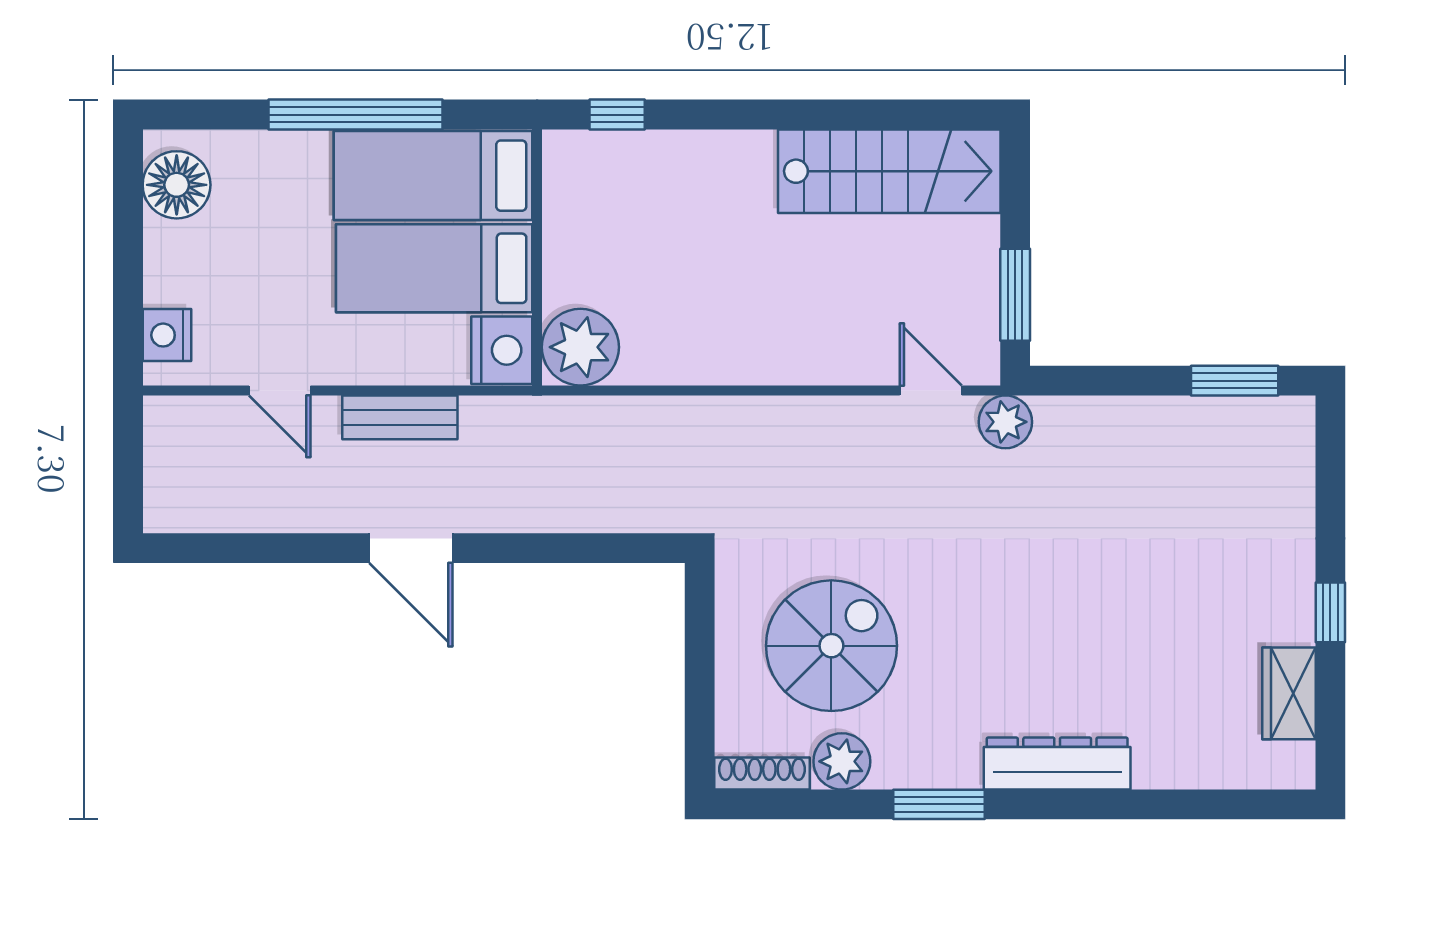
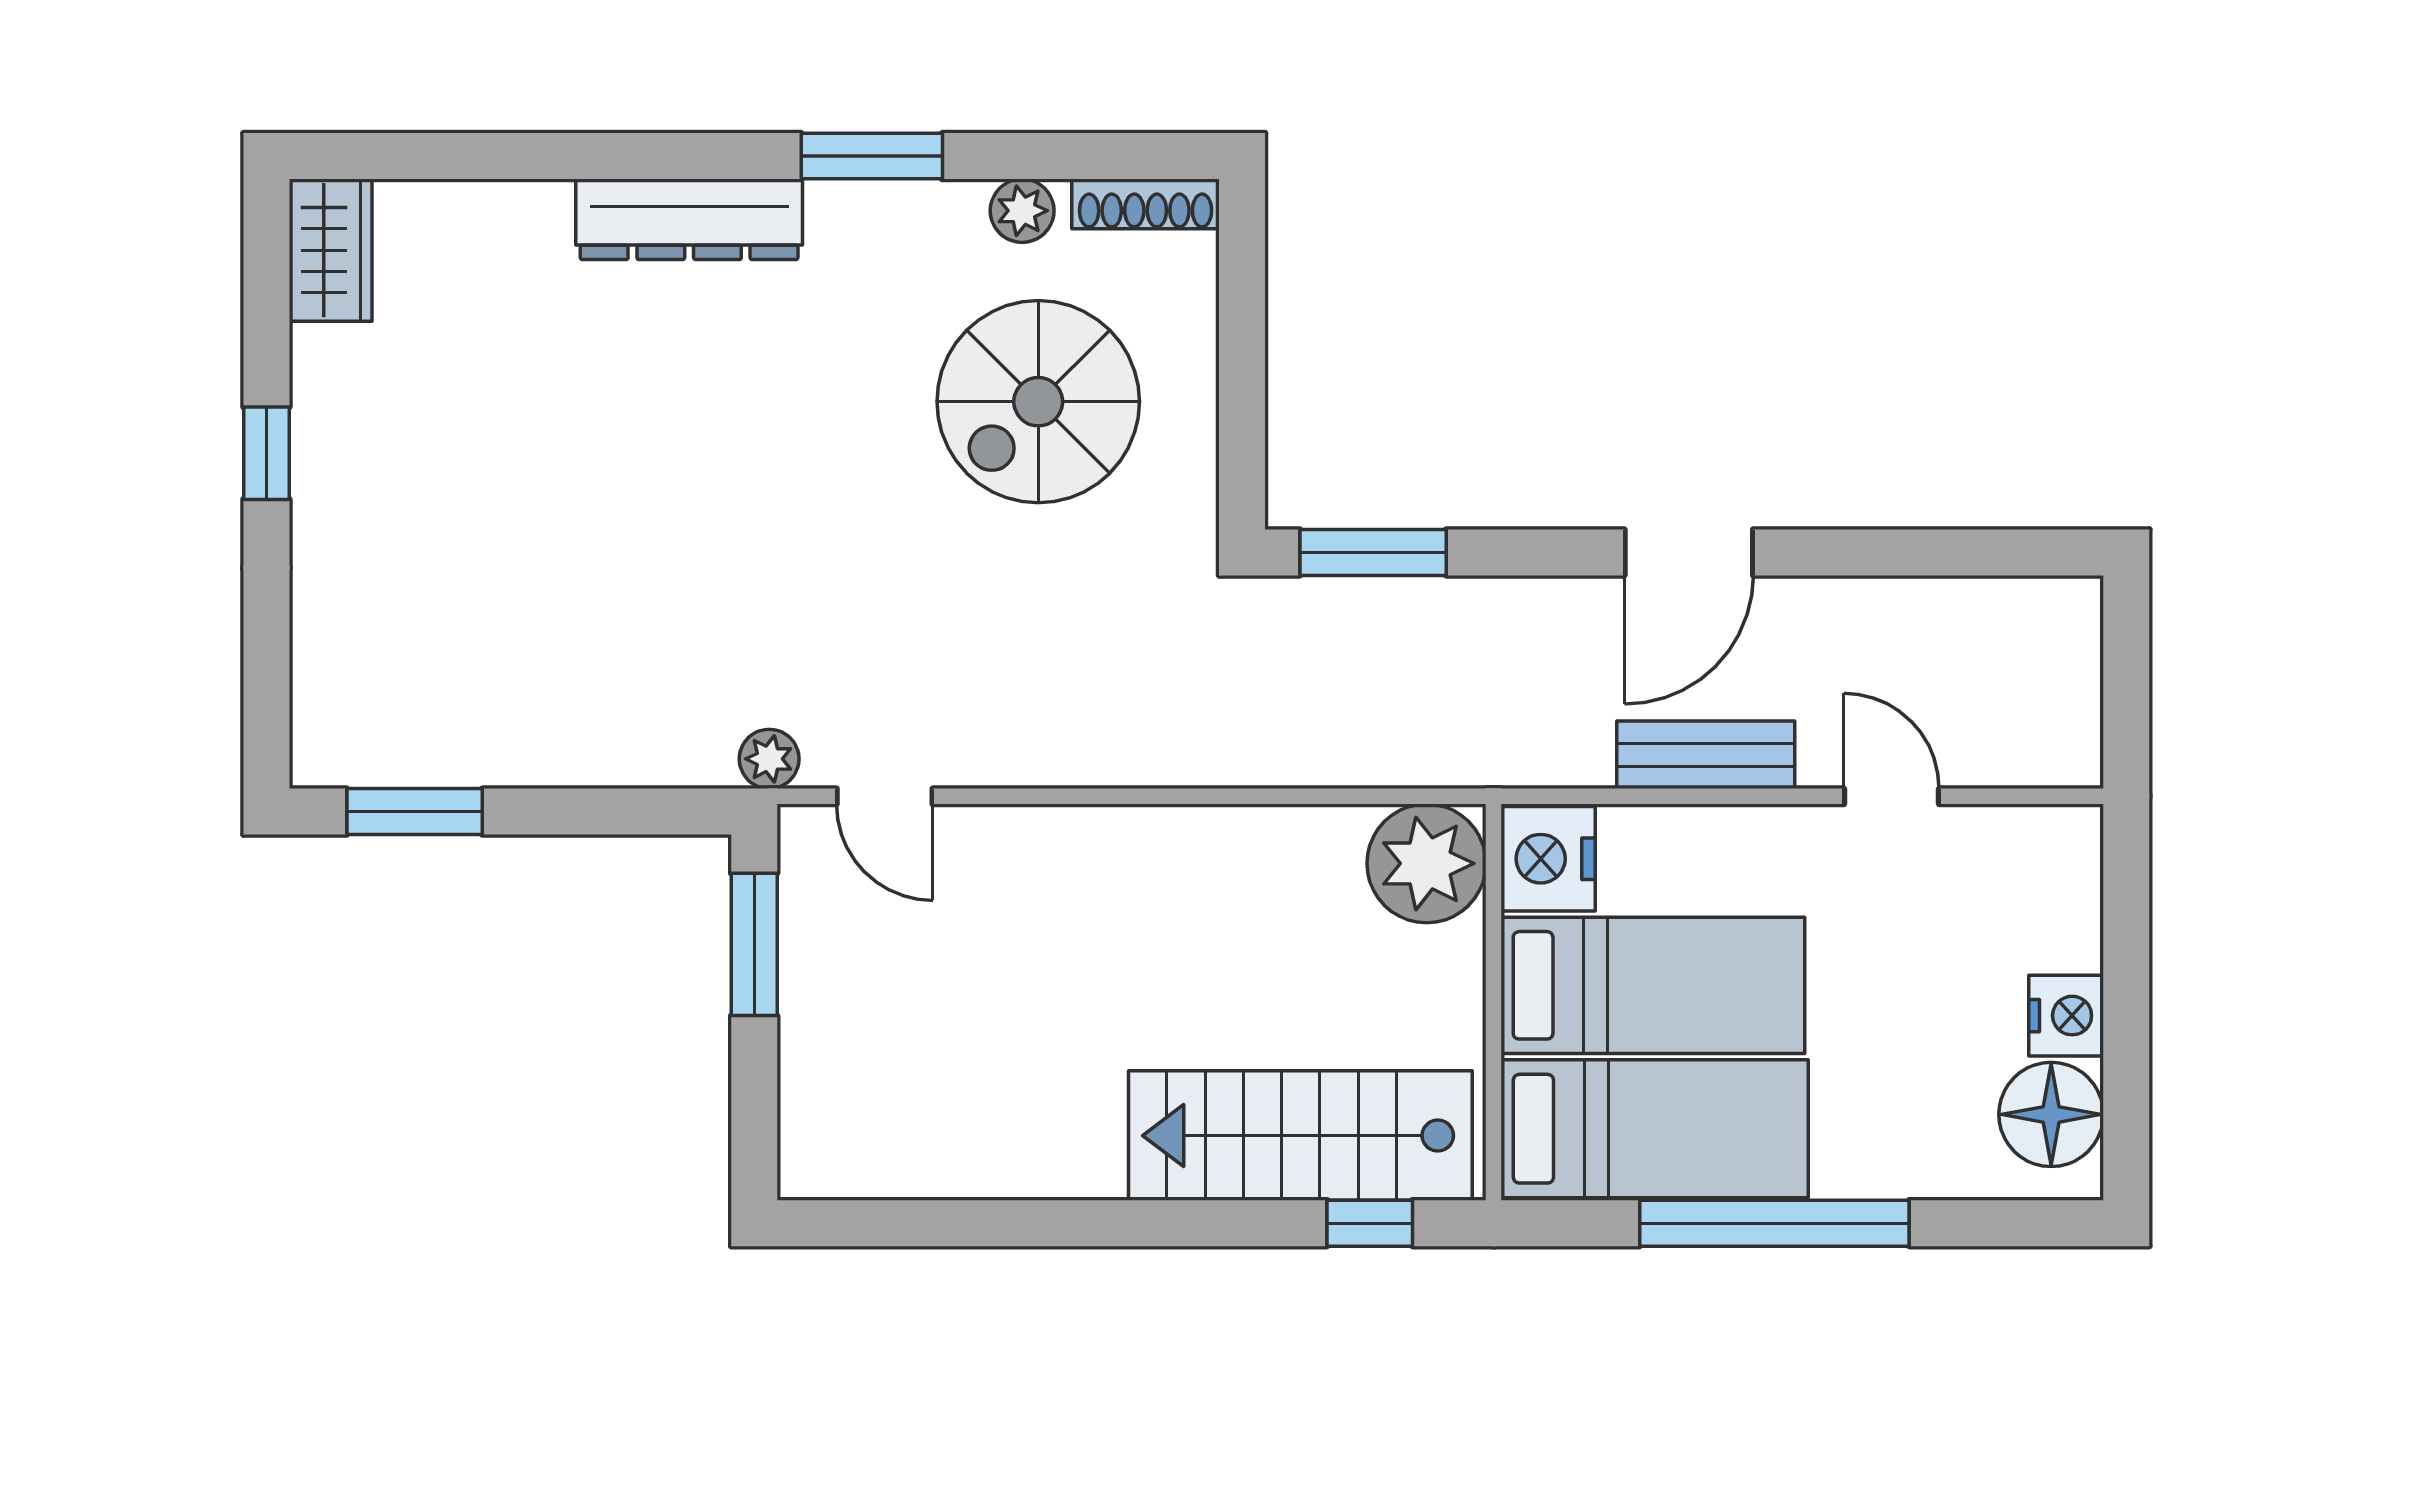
stairs: (889, 171) -> (1300, 1136), moved
nightstand: (167, 335) -> (2066, 1016), moved
plant: (1005, 422) -> (769, 759), width x0.73, depth x0.73
door: (411, 548) -> (1689, 552), swing flipped
window: (615, 548) -> (1373, 552), added
wardrobe: (1289, 693) -> (331, 250), moved
plant: (842, 761) -> (1022, 211), width x0.73, depth x0.73

